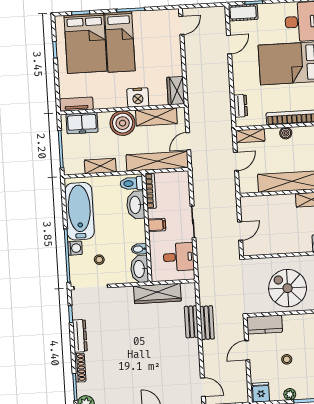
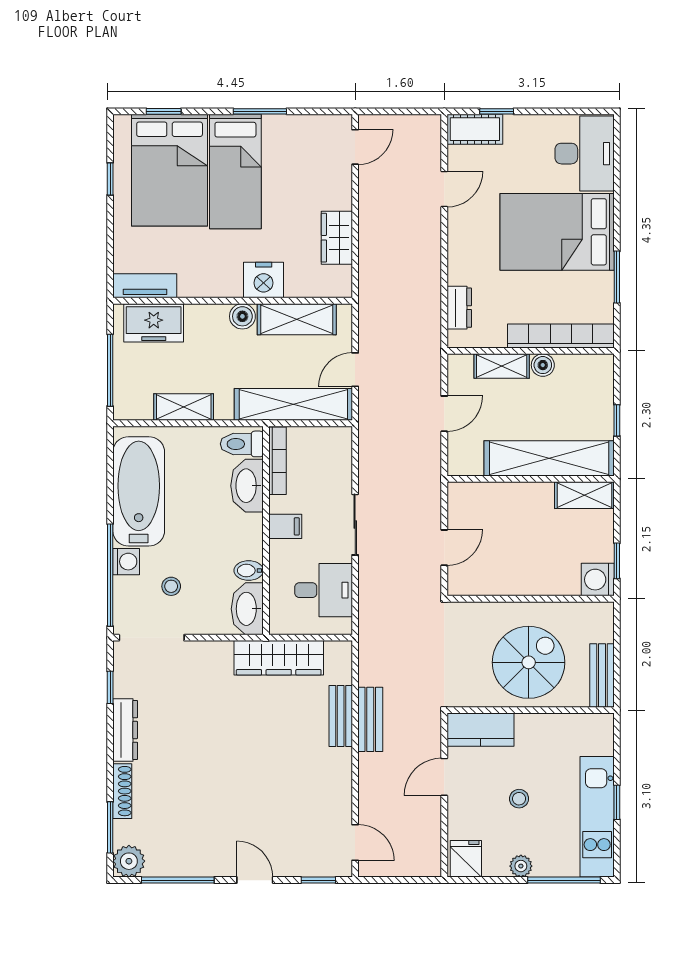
wardrobe: (176, 91) -> (337, 238), moved
boiler: (123, 123) -> (242, 316), width x0.54, depth x0.54
shelving: (250, 136) -> (502, 366), moved
spiral stairs: (288, 288) -> (529, 662), turned 90

